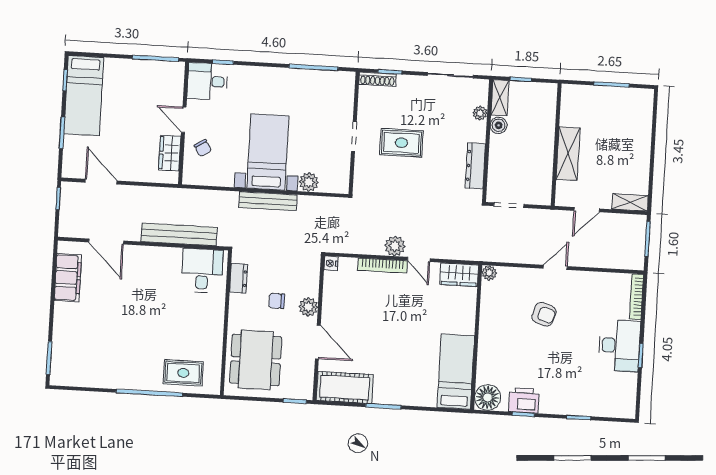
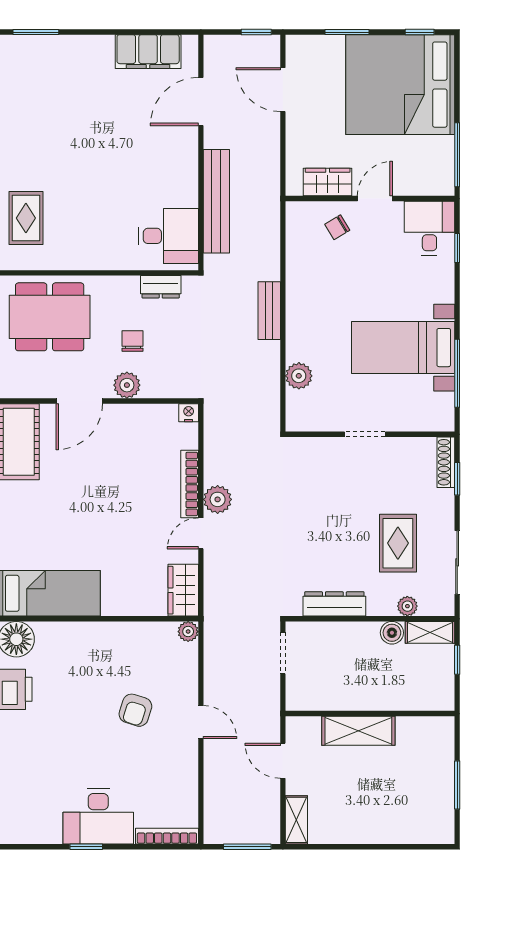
bed: (84, 95) -> (400, 85), width x2.04
rug: (401, 143) -> (398, 543), moved
bed with nightstands: (268, 152) -> (403, 348), moved, turned 180
door: (101, 182) -> (283, 90), swing flipped
bench: (268, 201) -> (269, 311), width x0.73

